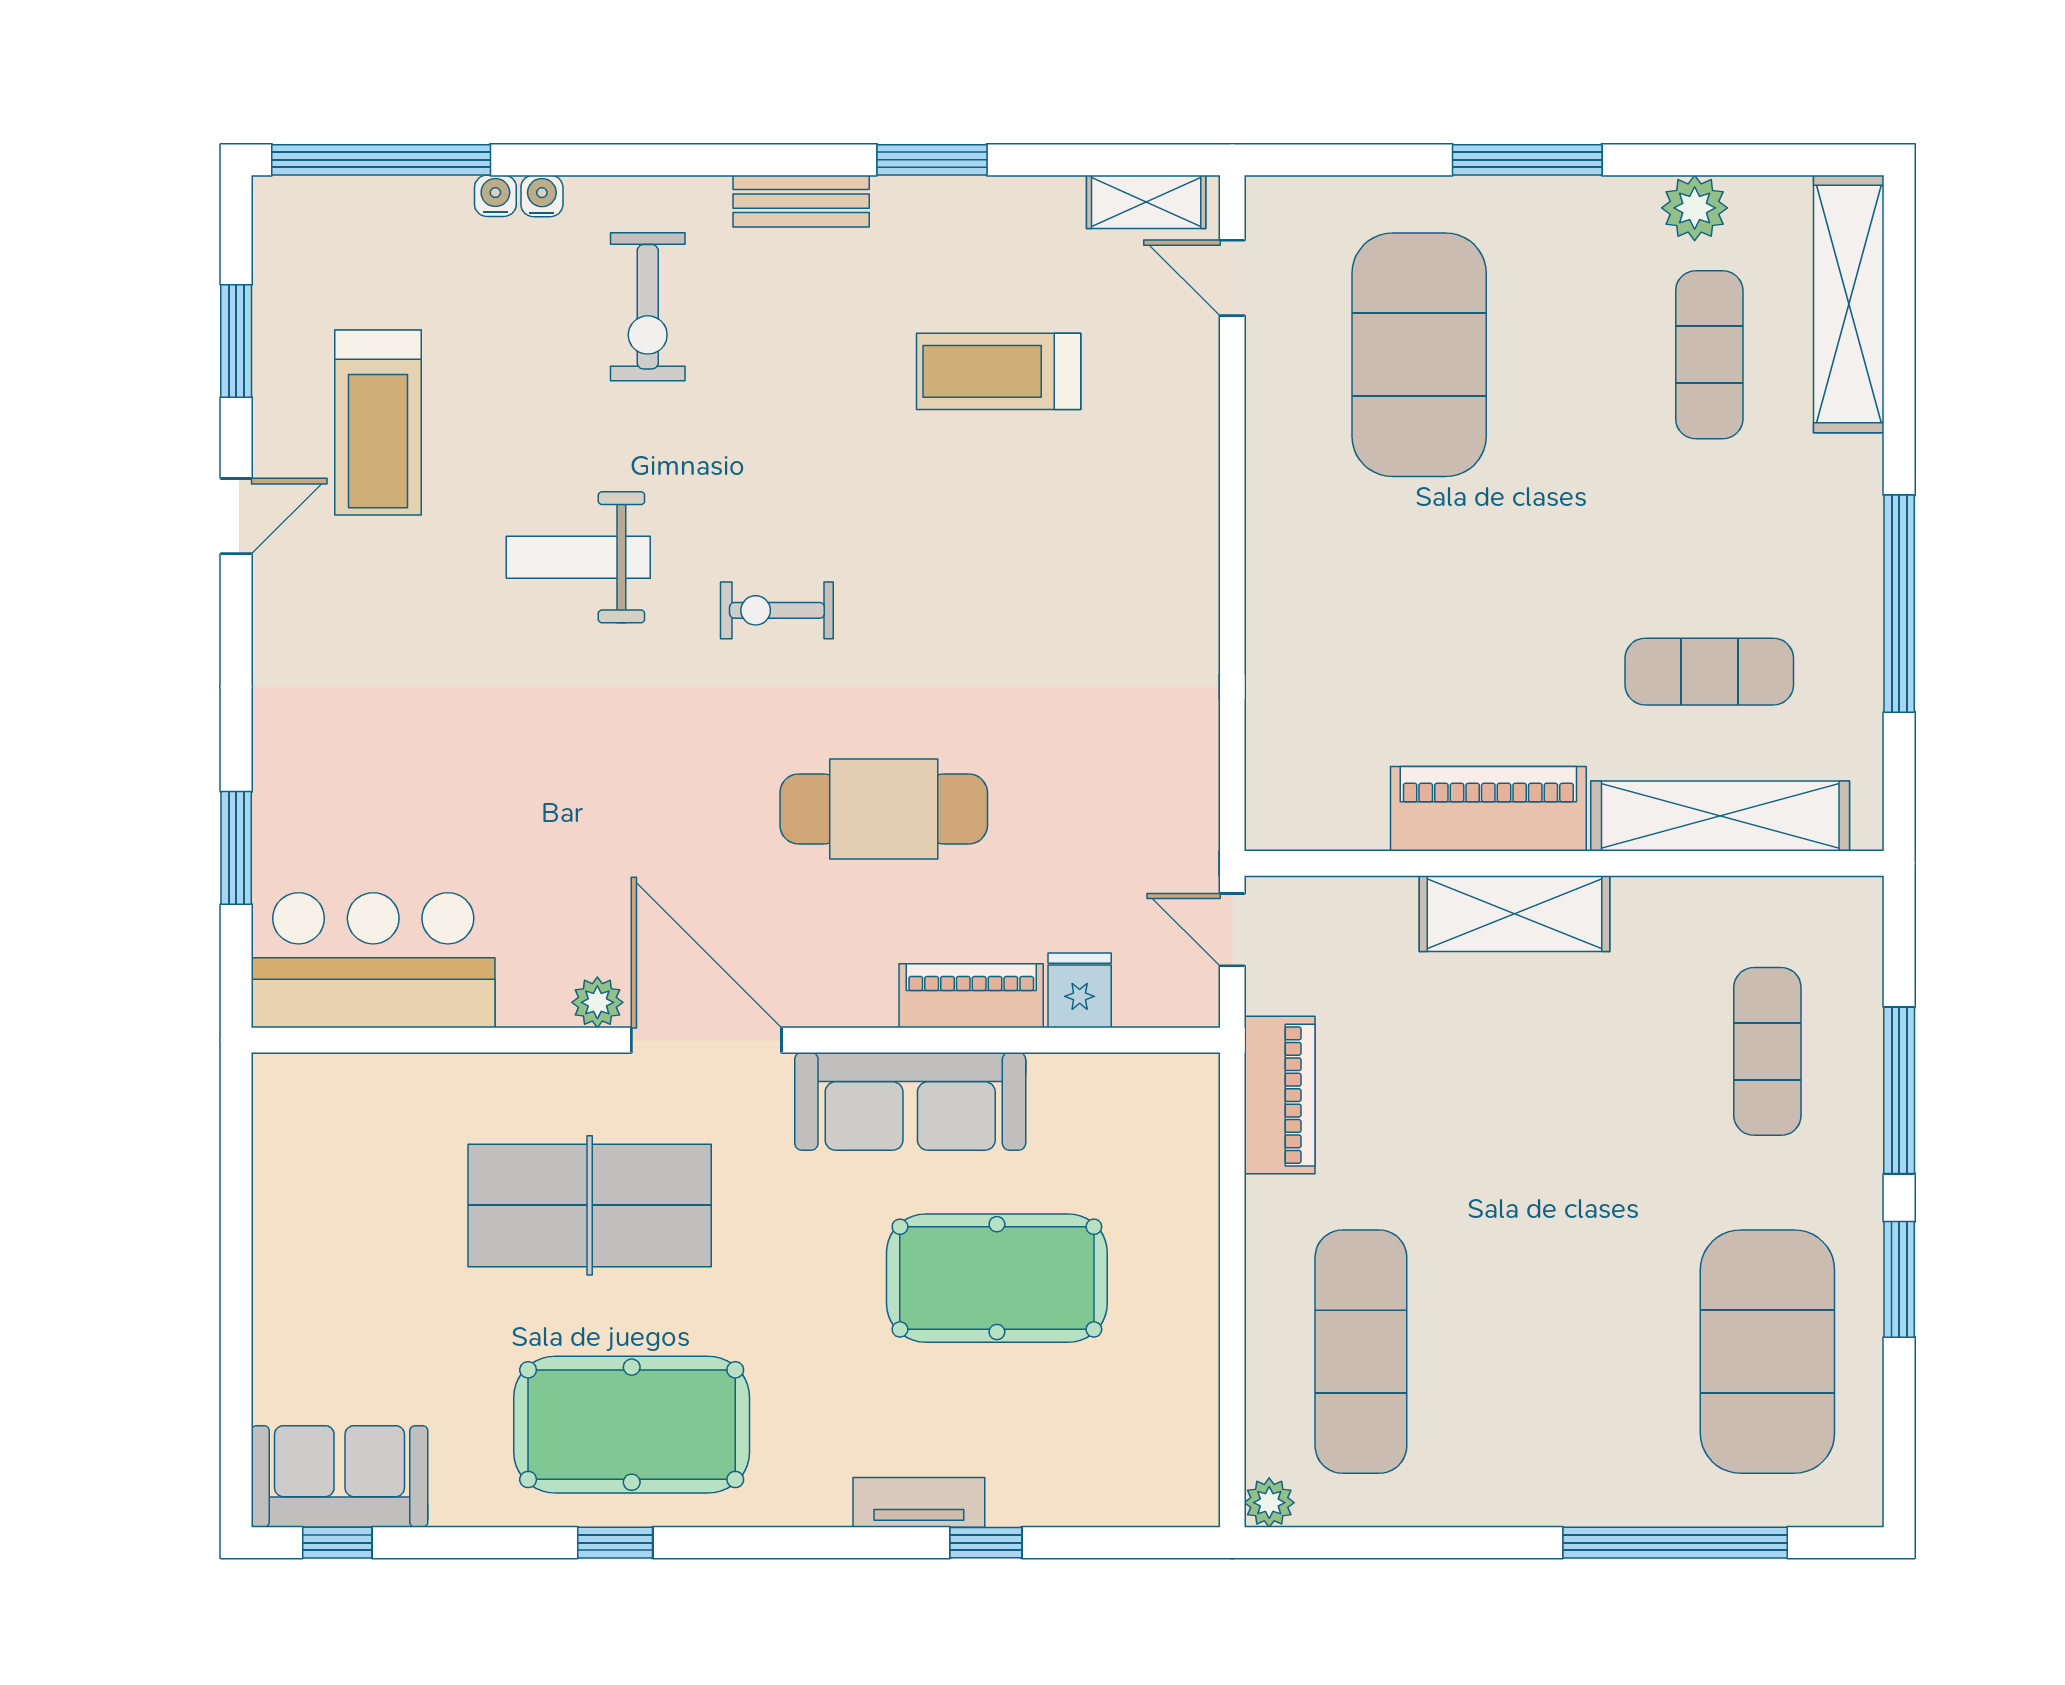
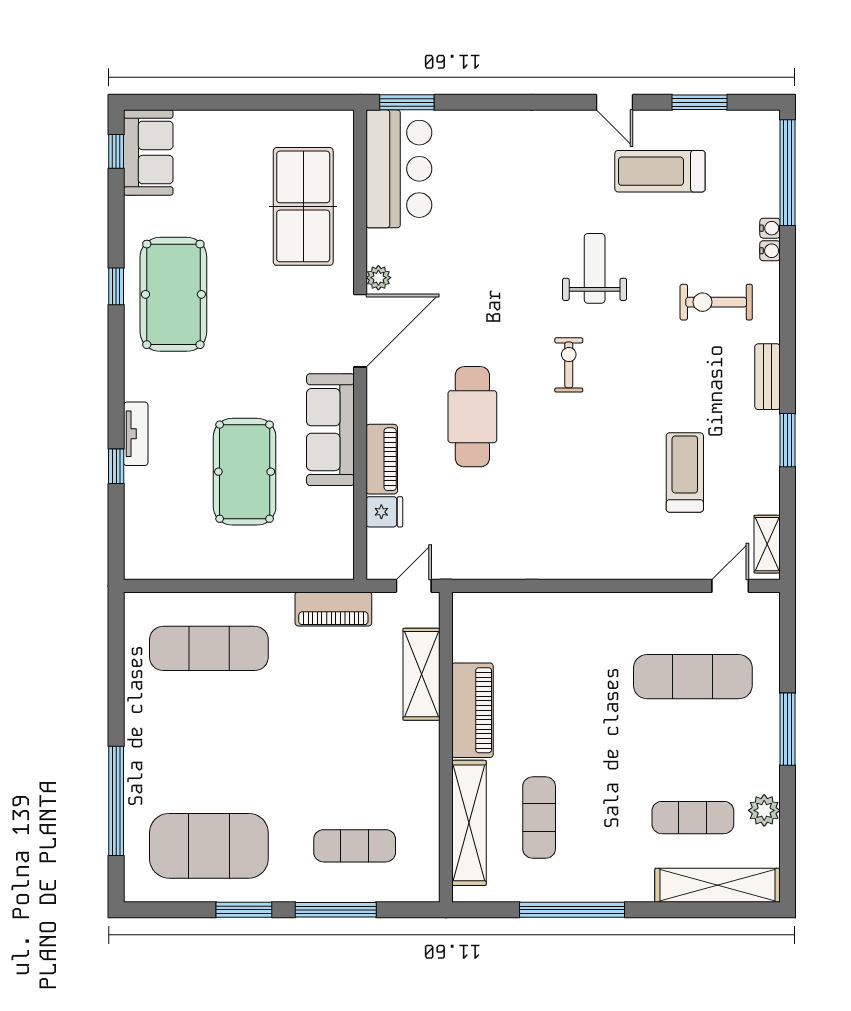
exercise mat: (1419, 355) -> (693, 677), width x0.68
window: (236, 848) -> (407, 102), moved
shelving: (1515, 914) -> (422, 674), moved
table tennis table: (590, 1205) -> (303, 206), moved
plant: (1269, 1503) -> (136, 604), removed

